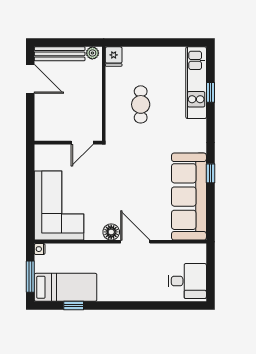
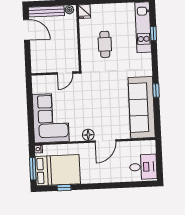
door: (135, 242) -> (105, 141), swing flipped
bed: (66, 287) -> (58, 170), width x1.50

